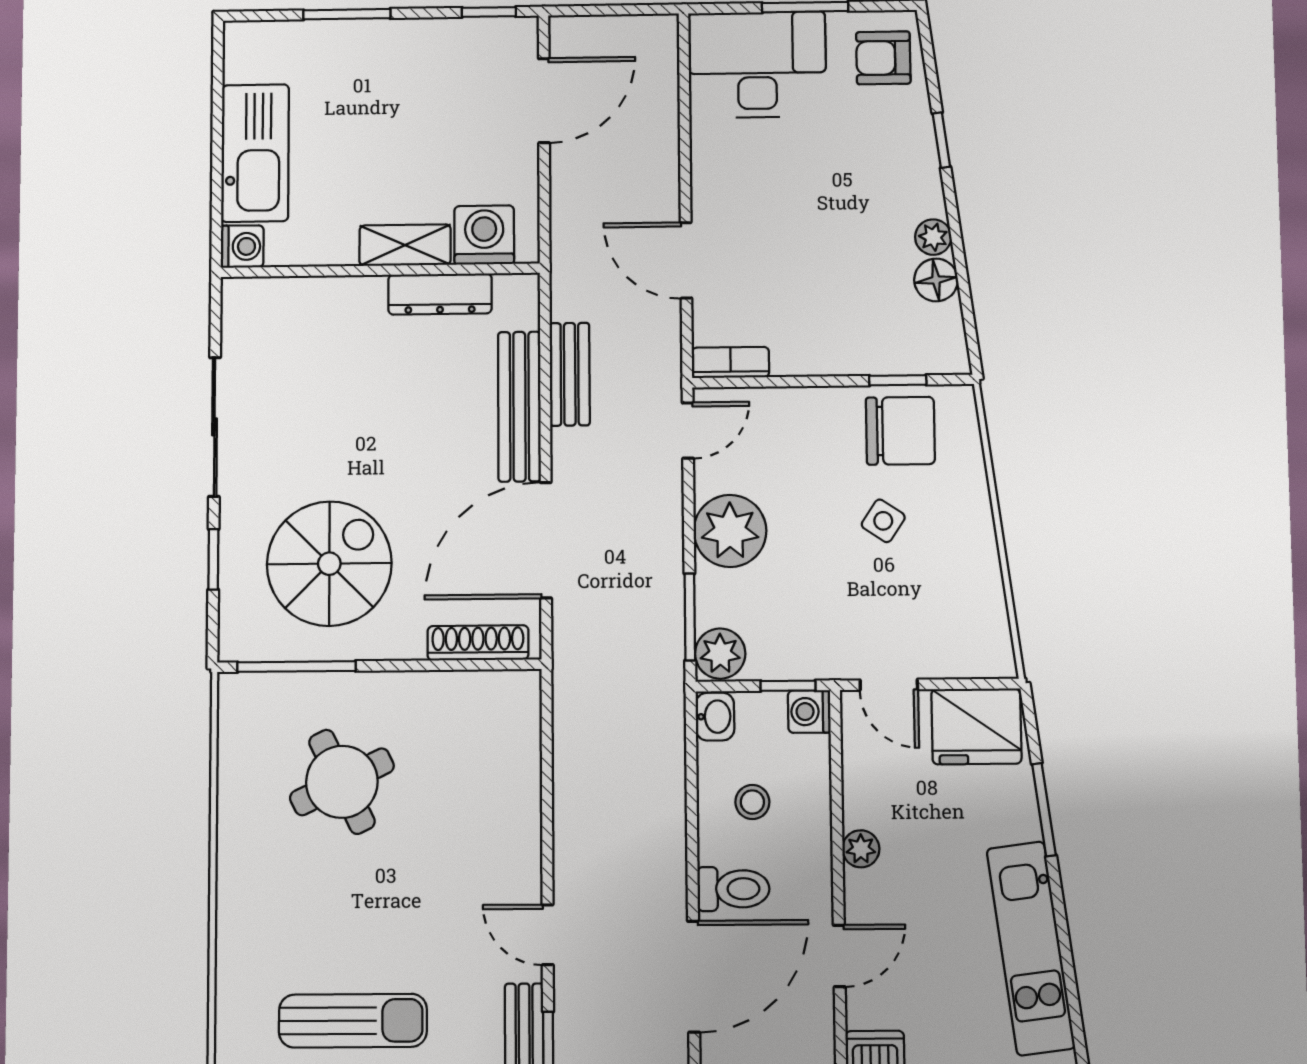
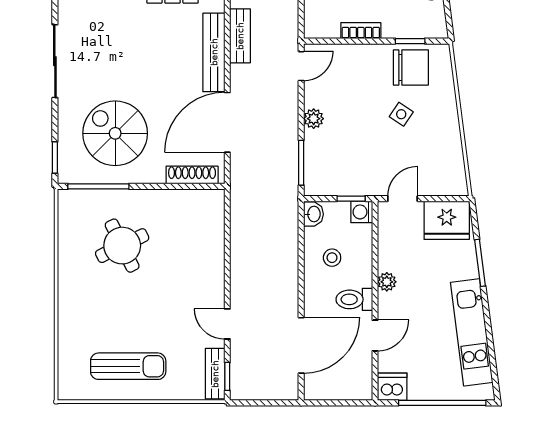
bookcase: (730, 362) -> (361, 31), moved
plant: (730, 531) -> (314, 119), width x0.53, depth x0.53
window: (213, 559) -> (55, 157), moved
spiral stairs: (329, 564) -> (115, 133), turned -90
plant: (720, 654) -> (316, 182), removed
door: (889, 685) -> (403, 199), swing flipped
toilet: (733, 889) -> (354, 299), moved, turned 180

